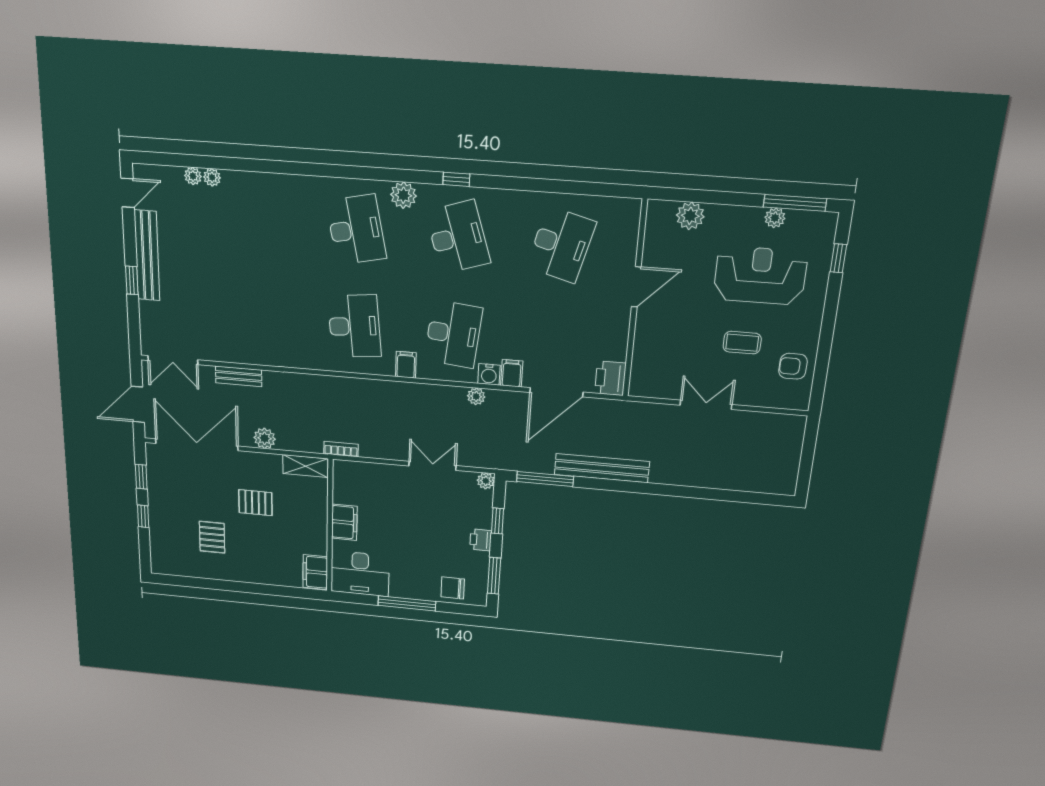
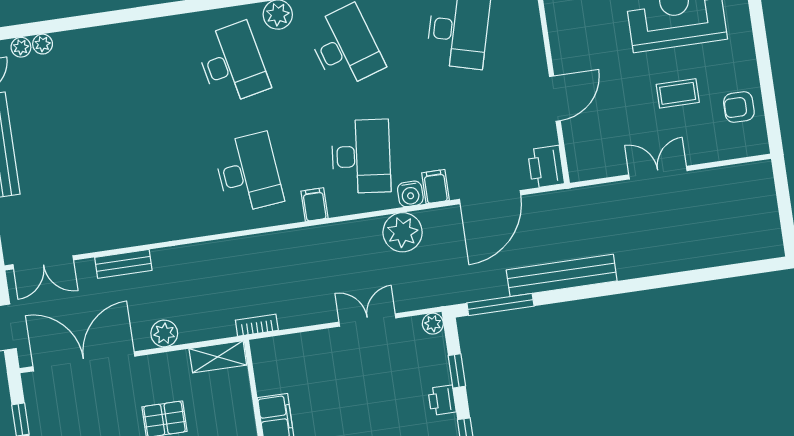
plant: (212, 177) -> (21, 47), moved
door: (636, 287) -> (555, 99), moved
plant: (476, 396) -> (403, 232), width x1.87, depth x1.87

